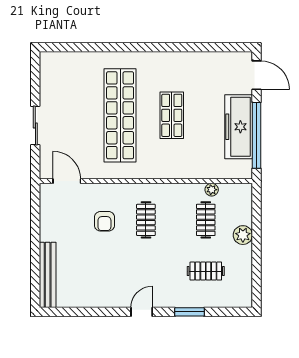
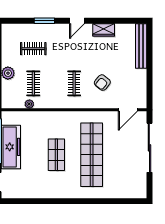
sliding door: (35, 125) -> (149, 148), width x1.86
door: (67, 181) -> (128, 110), hinge flipped
armchair: (104, 221) -> (102, 83), turned -141
wardrobe: (103, 298) -> (104, 30), added

